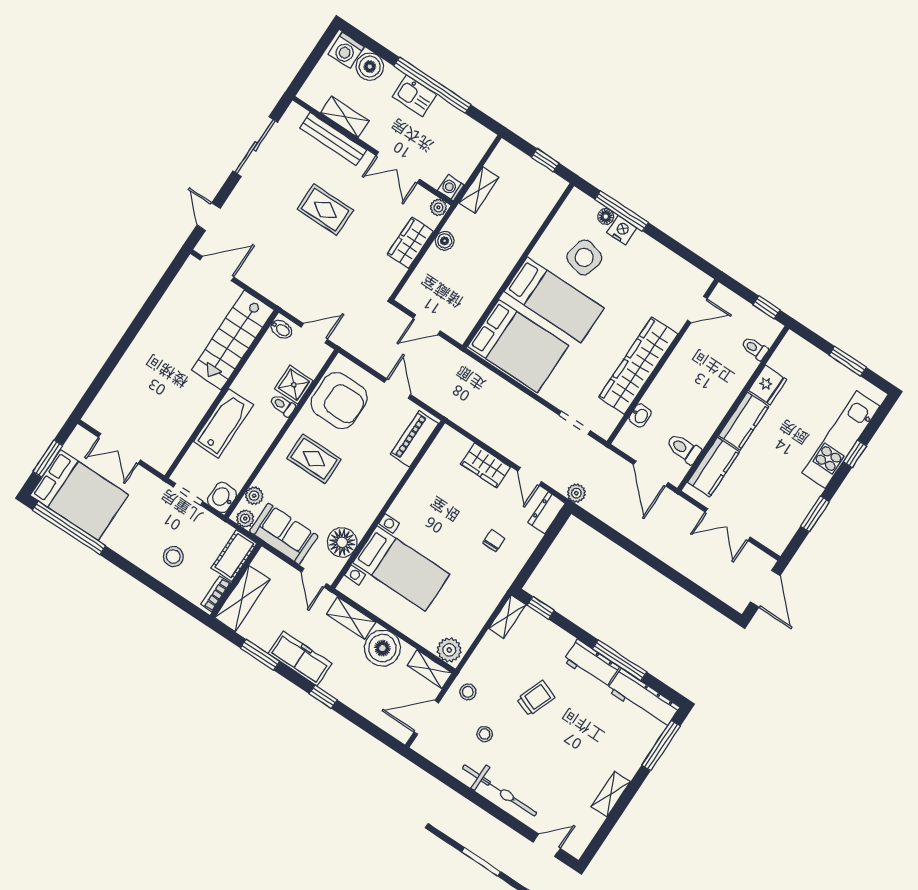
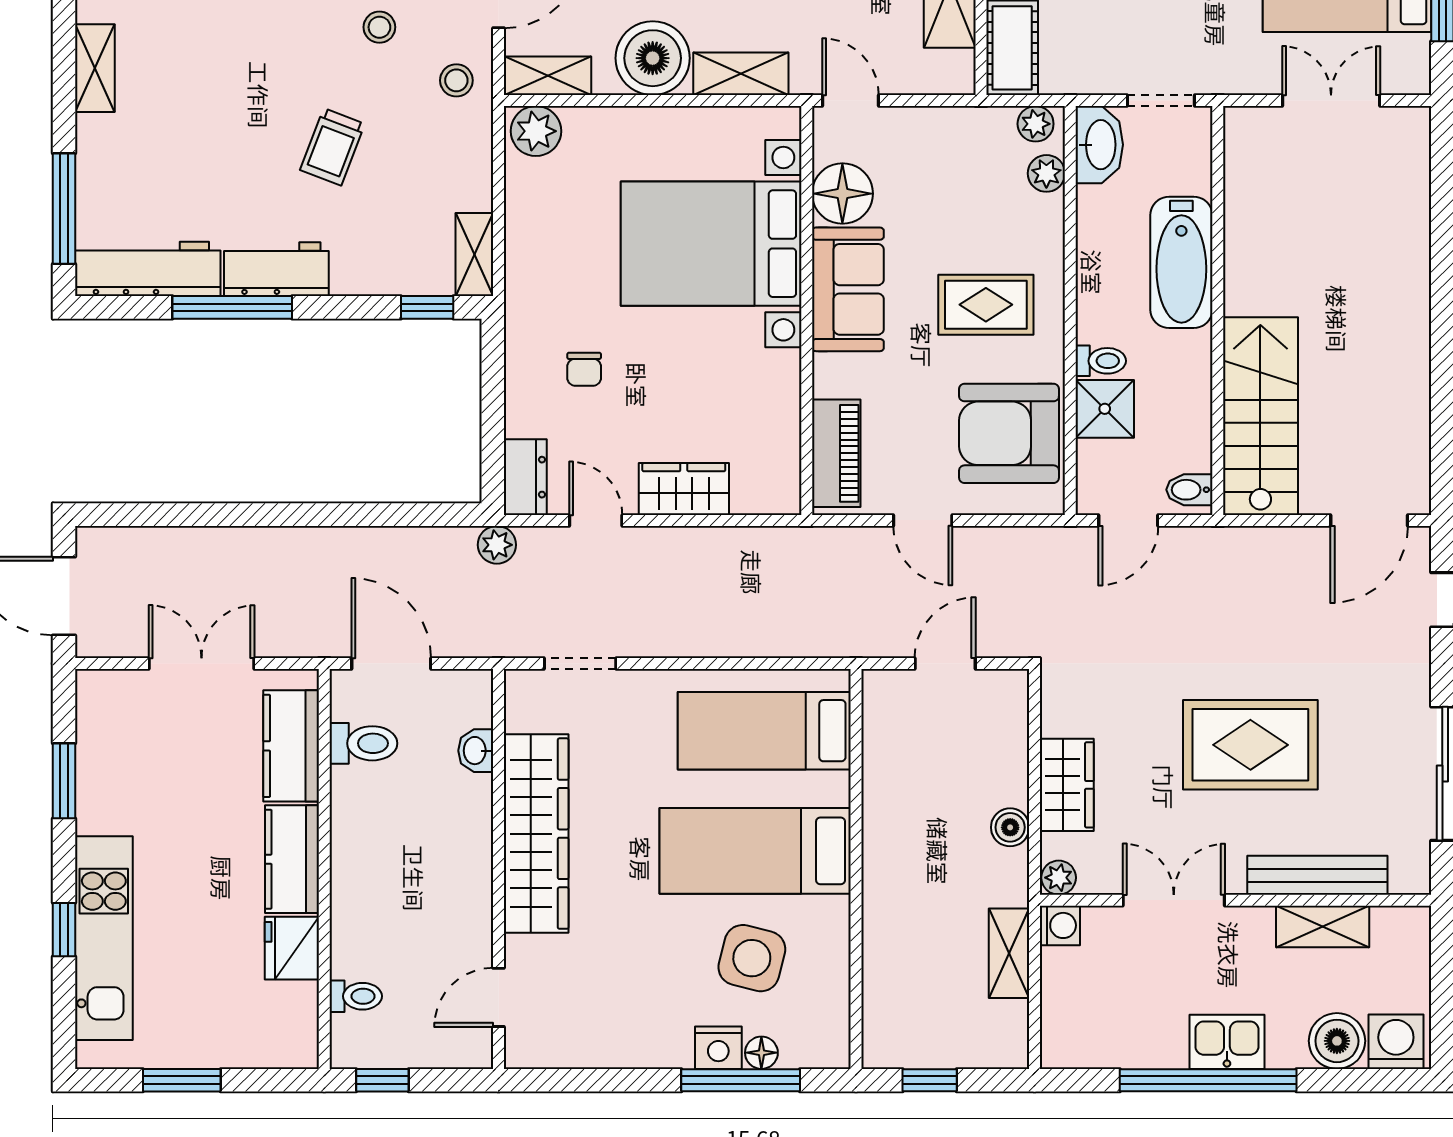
rug: (325, 210) -> (1250, 745), width x1.36, depth x1.43
bed: (518, 346) -> (764, 731), width x0.67
washbasin: (222, 497) -> (1099, 145), width x1.38
sofa: (284, 534) -> (848, 289), moved, turned -90
bed with nightstands: (401, 568) -> (711, 244), width x1.36

